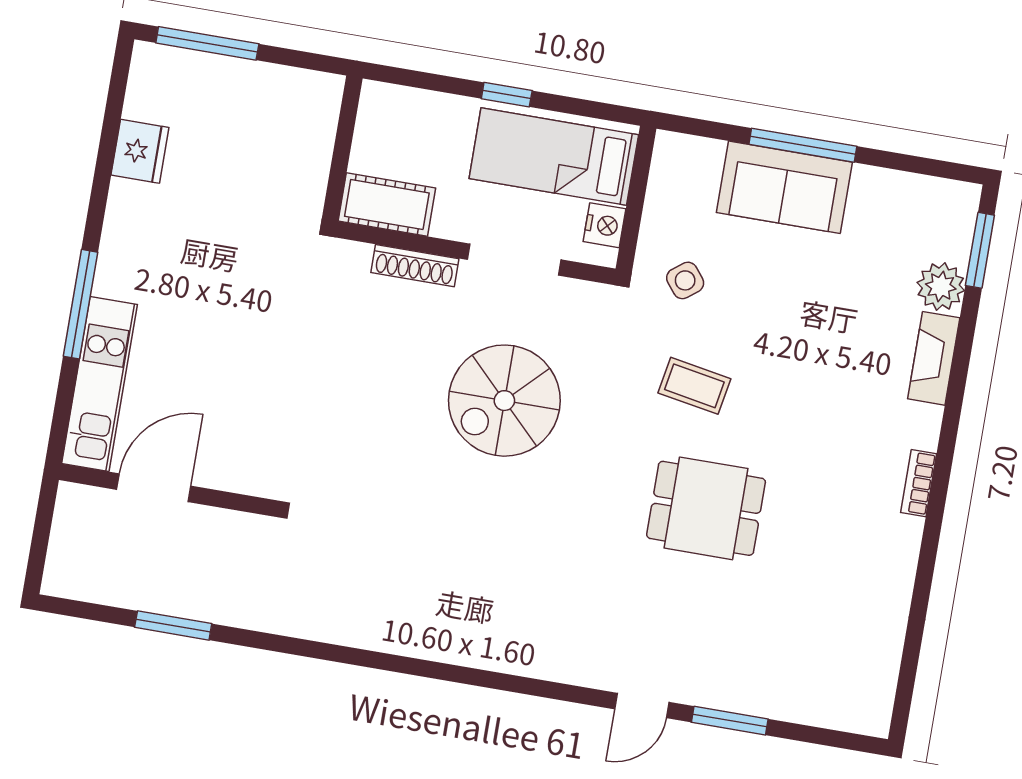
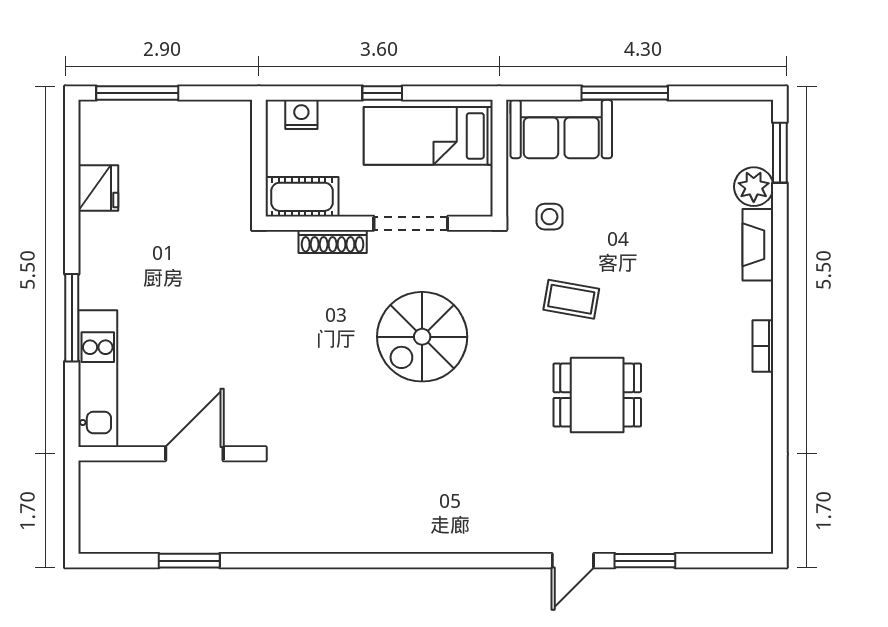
sofa: (784, 187) -> (561, 129), moved
nightstand: (605, 225) -> (301, 114), moved, turned -90
side table: (685, 280) -> (550, 217), turned 38
door: (154, 488) -> (194, 454), moved

